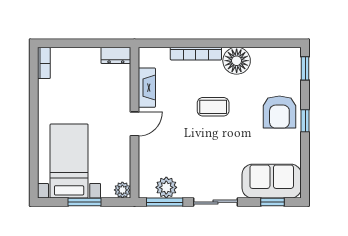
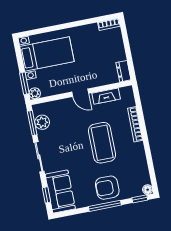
floor lamp: (237, 61) -> (148, 190), moved, width x0.53, depth x0.53
coffee table: (213, 107) -> (102, 143), width x1.86, depth x1.72
window: (305, 121) -> (105, 206), width x2.17
window: (85, 202) -> (24, 83), moved

